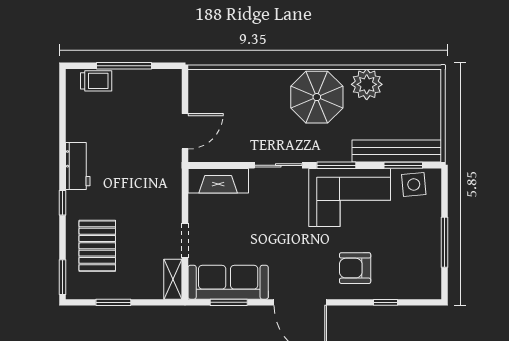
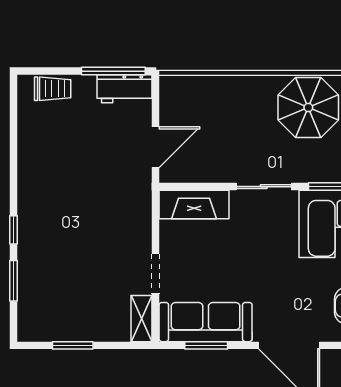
window: (124, 66) -> (113, 71), moved
workbench: (78, 166) -> (125, 89), moved, turned 90
pallet: (97, 246) -> (54, 280), removed
window: (62, 277) -> (14, 281), moved

